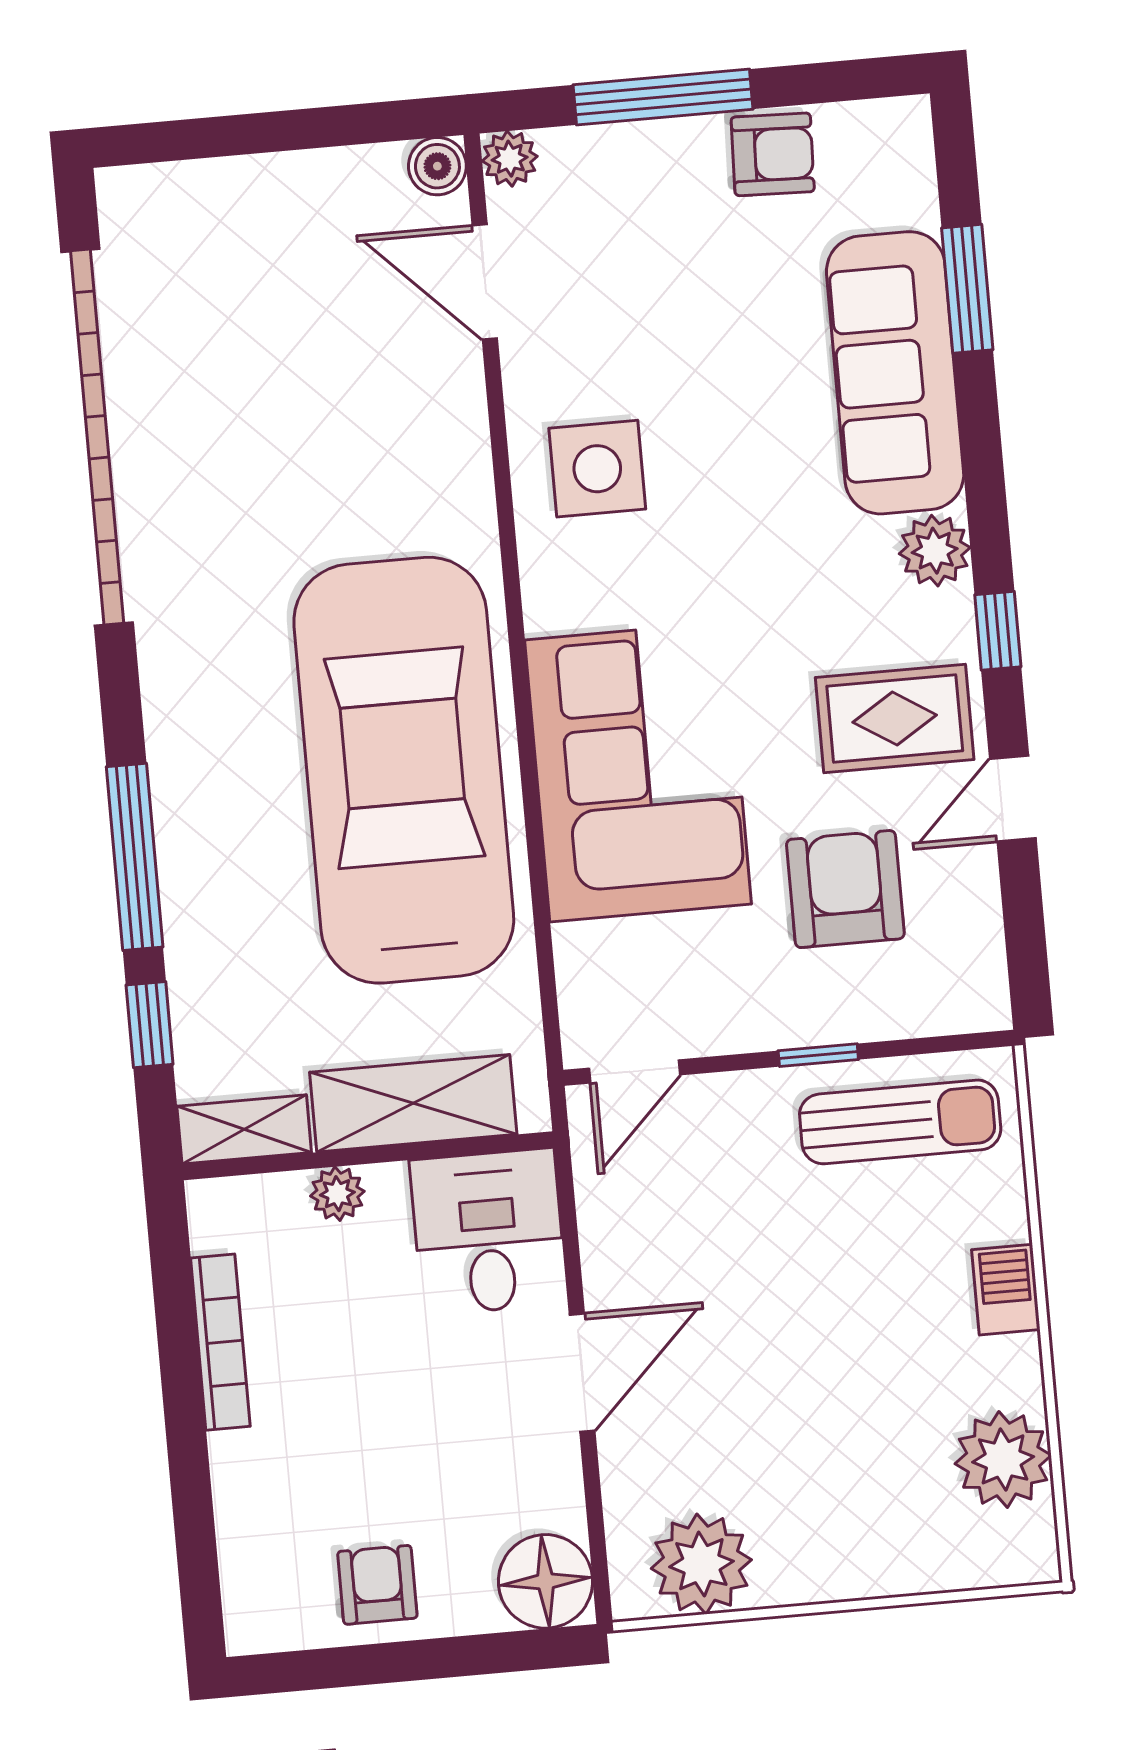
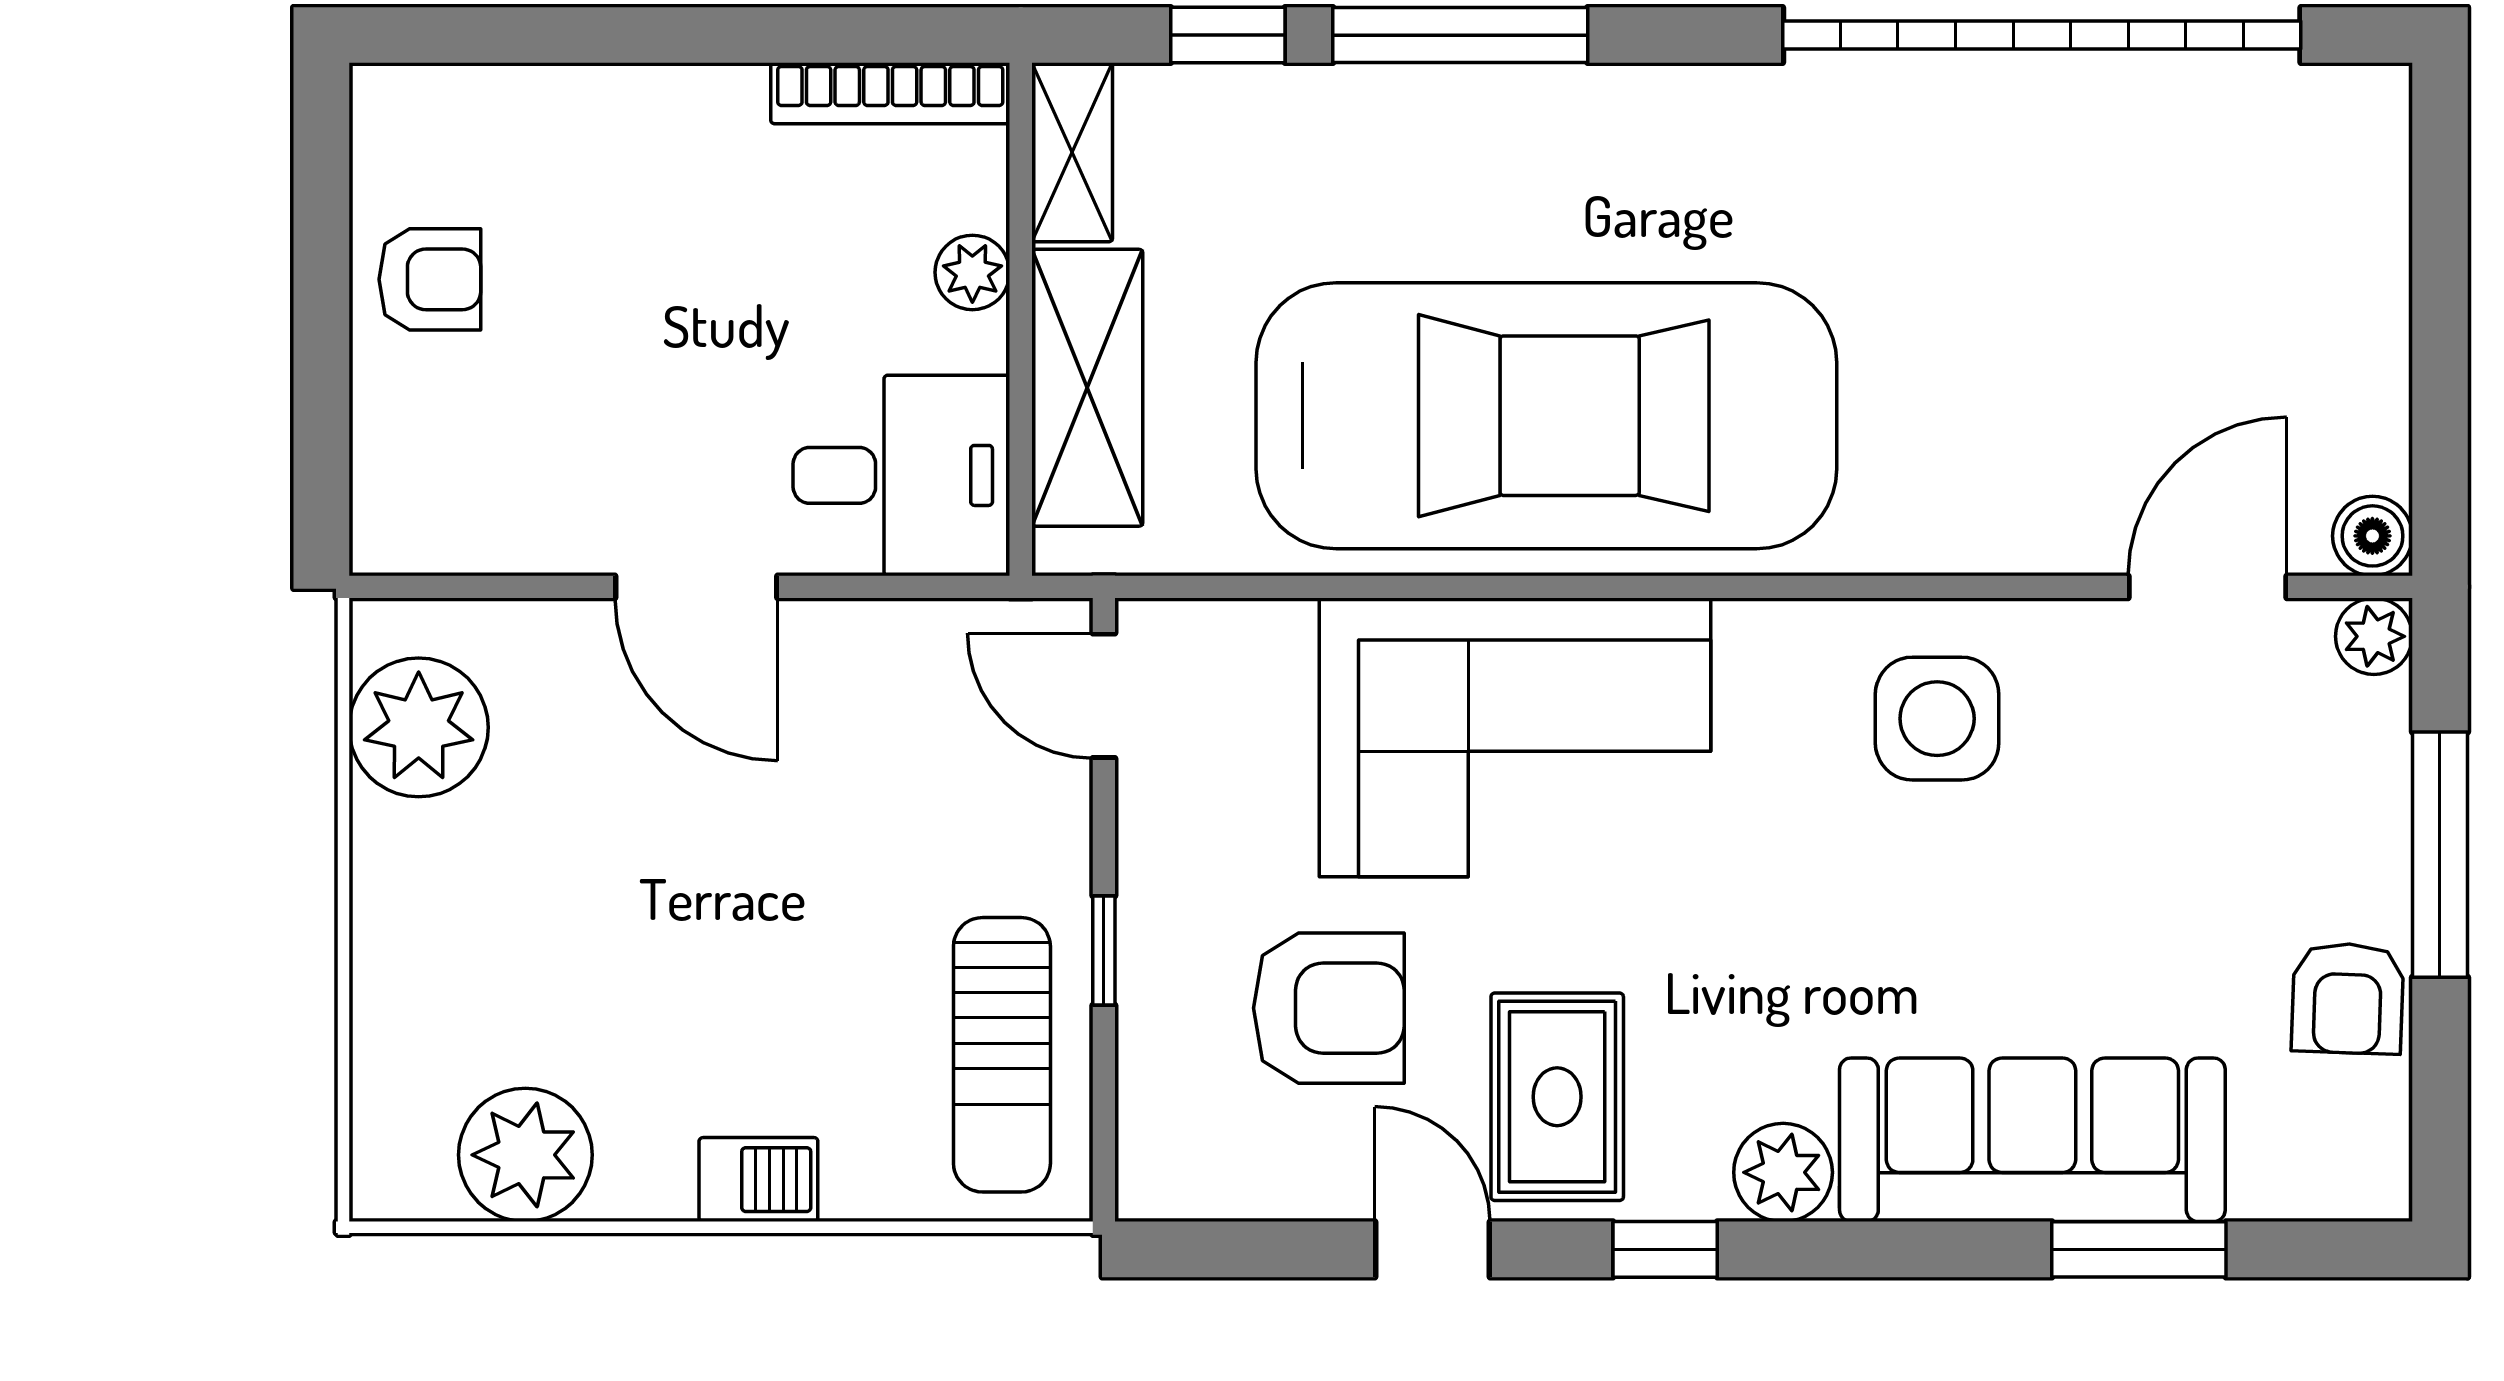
bookcase: (220, 1342) -> (890, 93), moved
floor lamp: (545, 1581) -> (414, 511), removed

